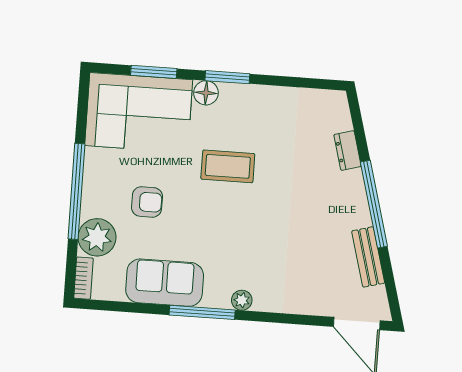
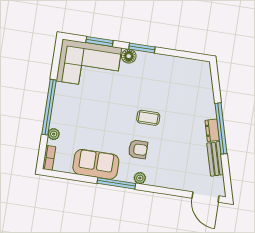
dresser: (347, 151) -> (212, 130), moved
coffee table: (228, 166) -> (148, 118), moved, width x0.73, depth x0.77
armchair: (147, 202) -> (138, 149), moved
plant: (97, 237) -> (54, 134), width x0.53, depth x0.53

